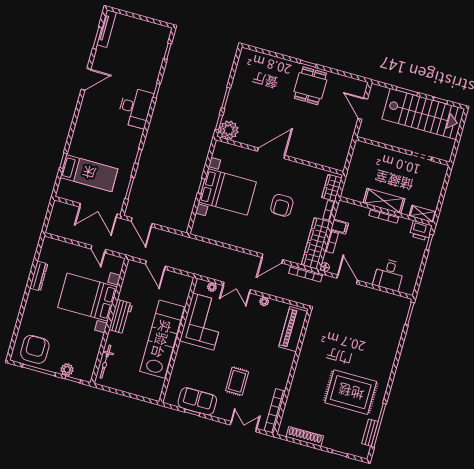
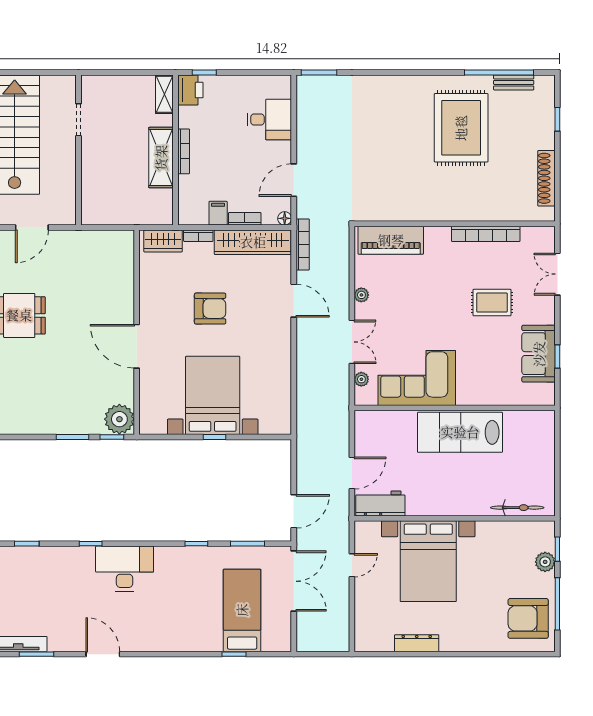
workbench: (121, 317) -> (380, 503), moved
lab bench: (162, 339) -> (460, 432), width x0.73
bookcase: (275, 411) -> (486, 234), moved

